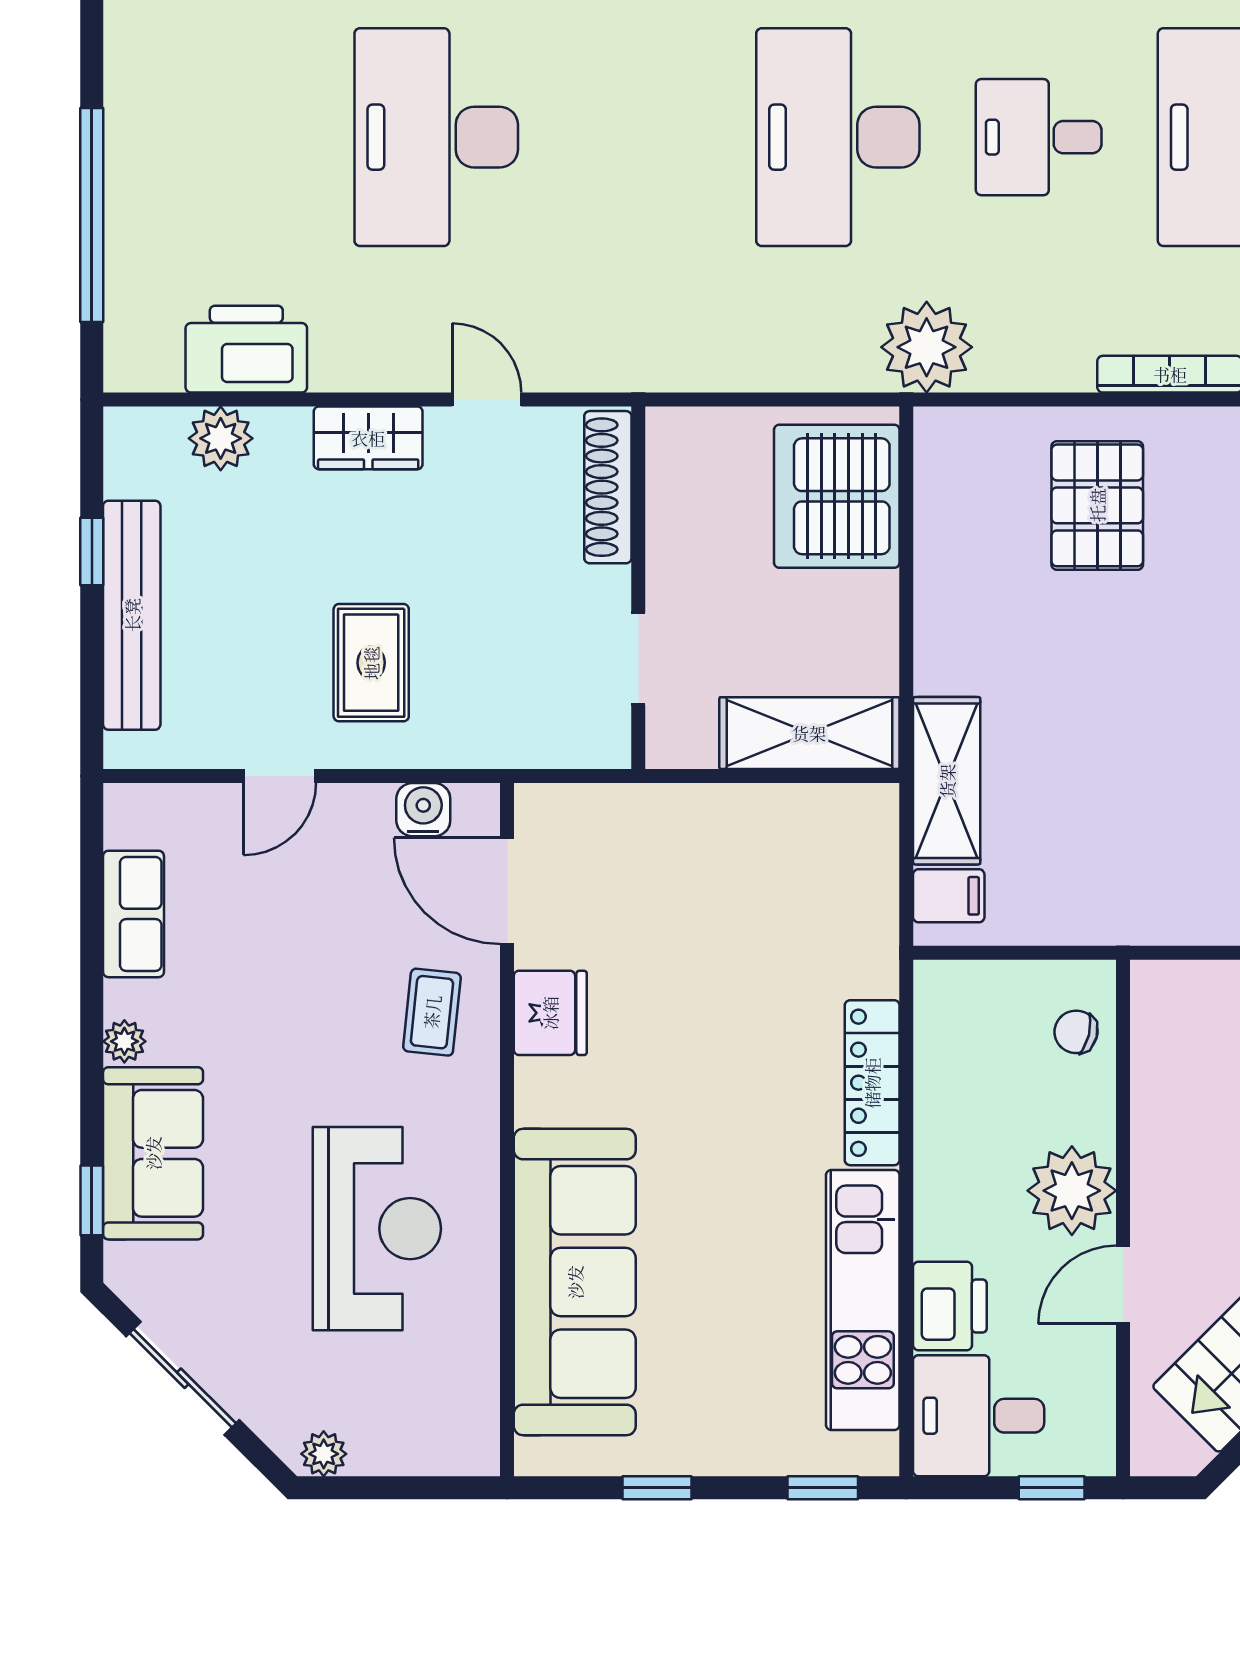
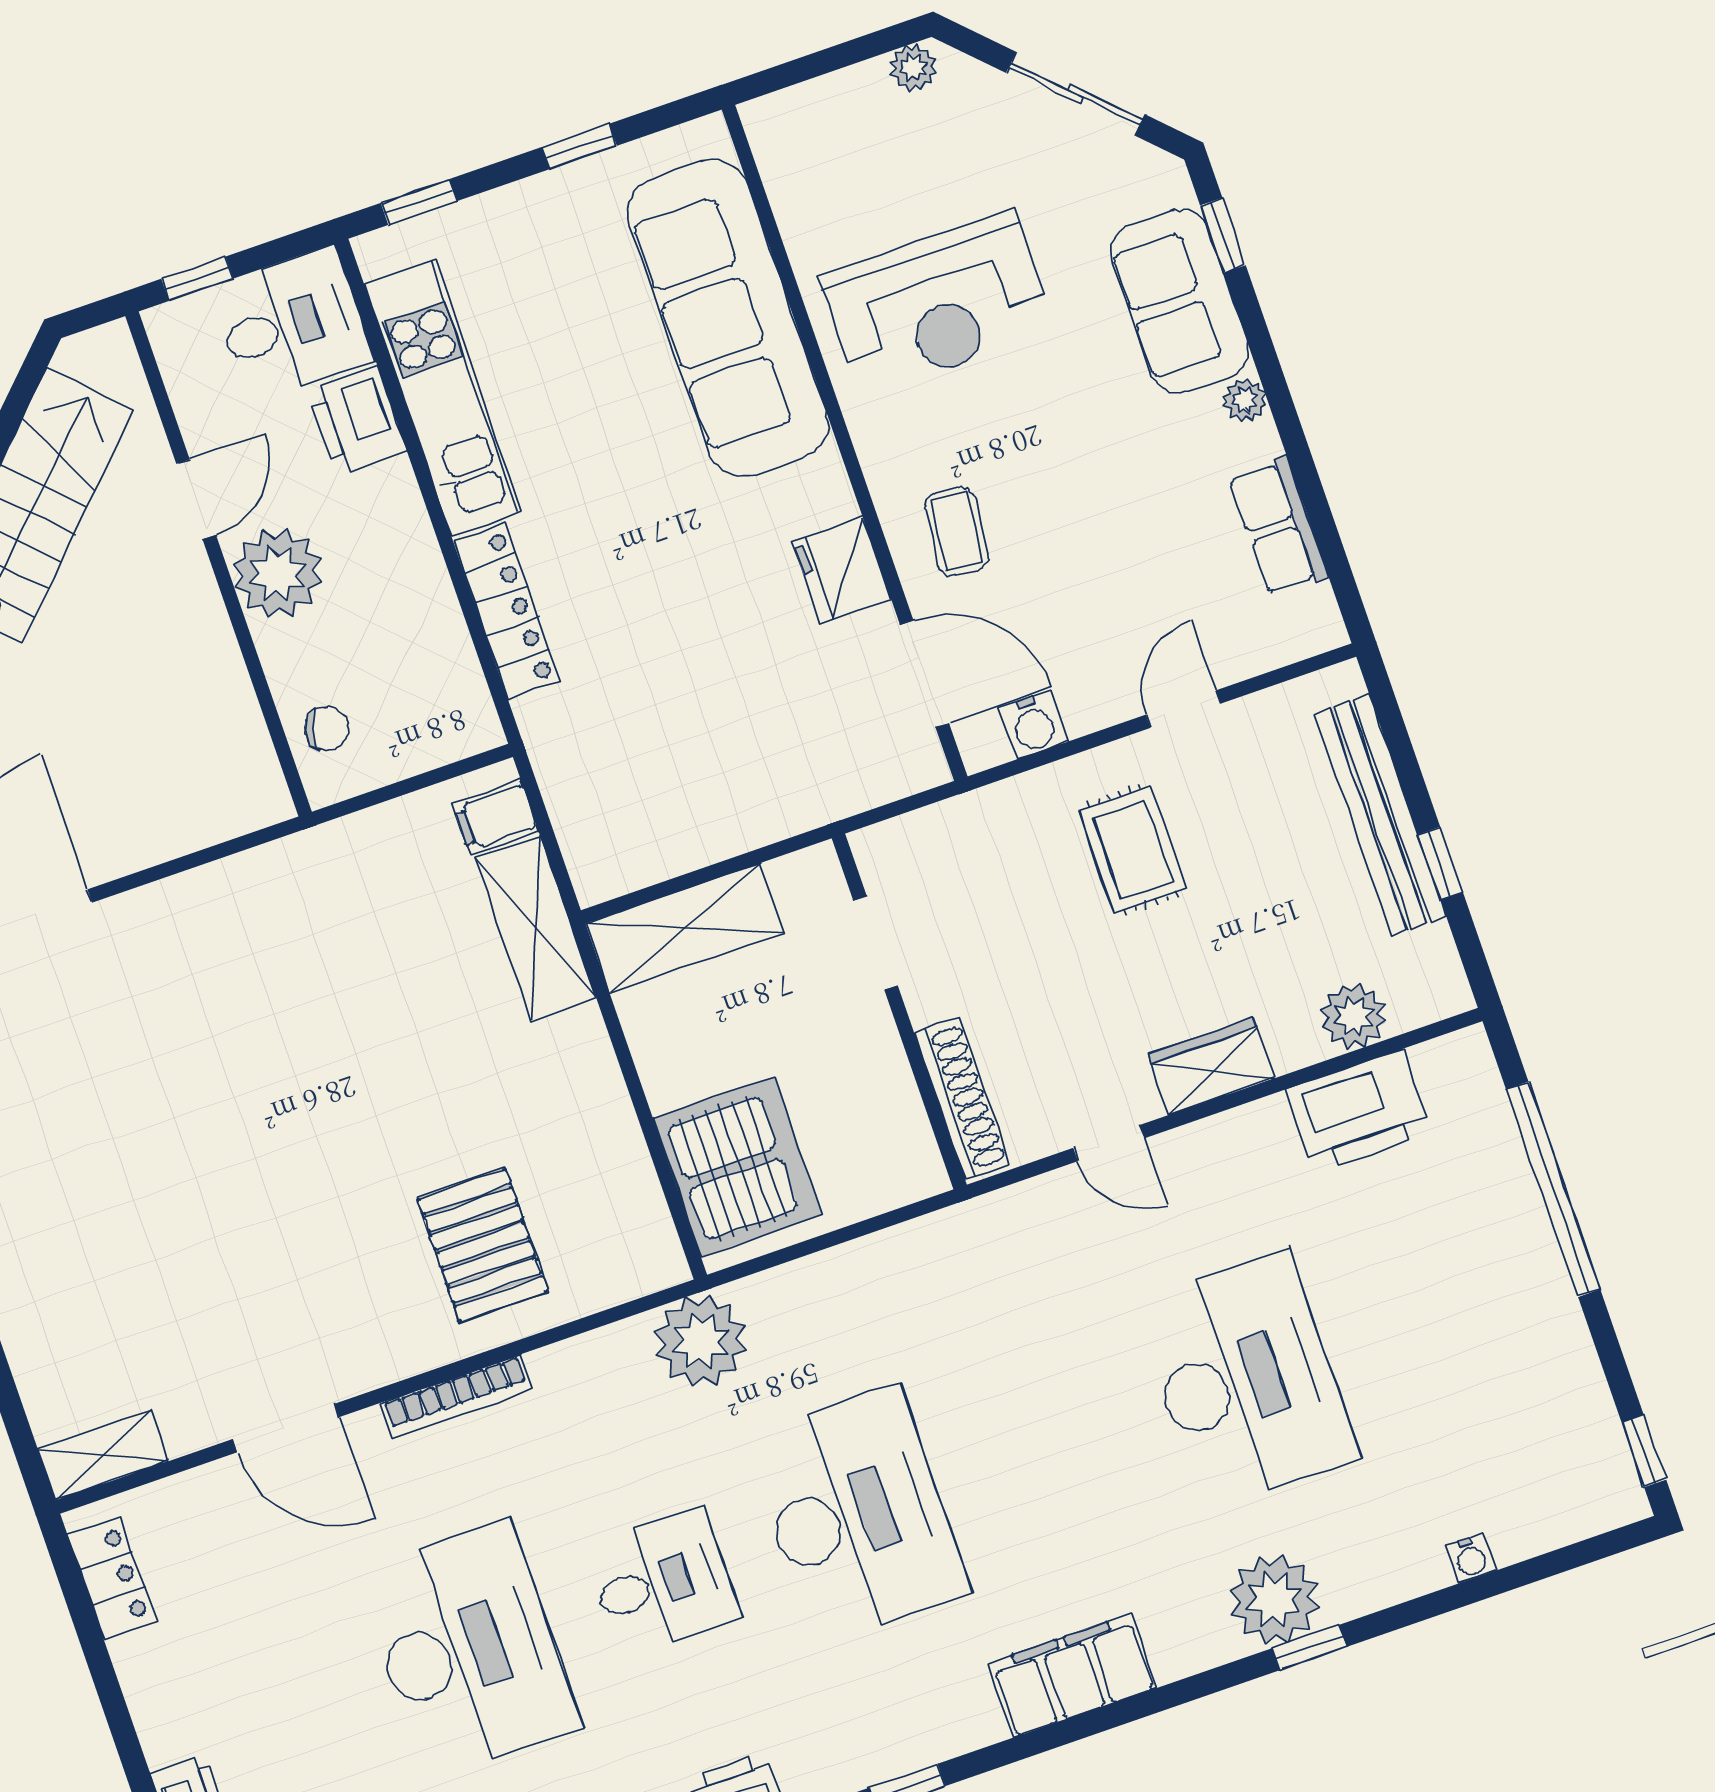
reception desk: (377, 1229) -> (937, 304), turned -90

